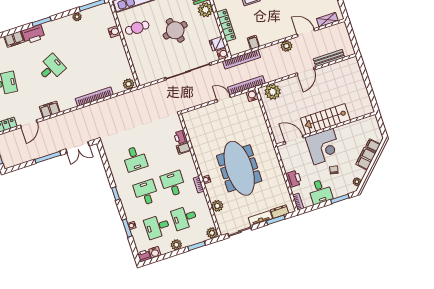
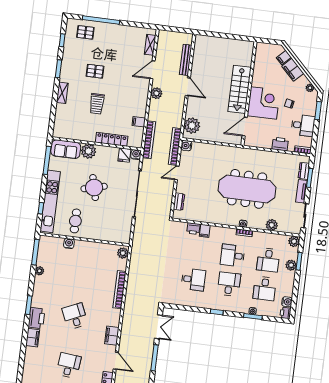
dresser: (199, 113) -> (179, 202), added
desk: (146, 193) -> (229, 284), turned 90
plant: (176, 245) -> (291, 265), moved

